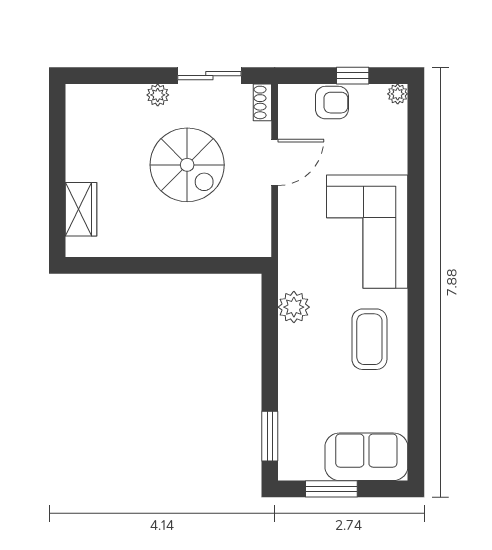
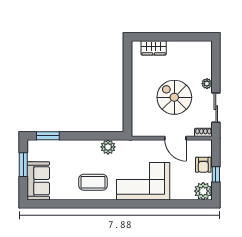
plant: (398, 94) -> (203, 191), width x1.87, depth x1.87
spiral stairs: (187, 165) -> (174, 97), turned 90

